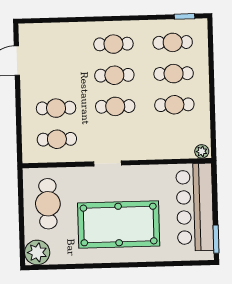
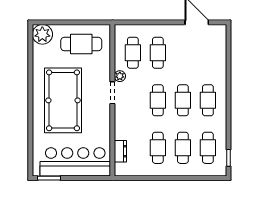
dresser: (180, 151) -> (120, 151), added
plant: (202, 151) -> (120, 76), moved

